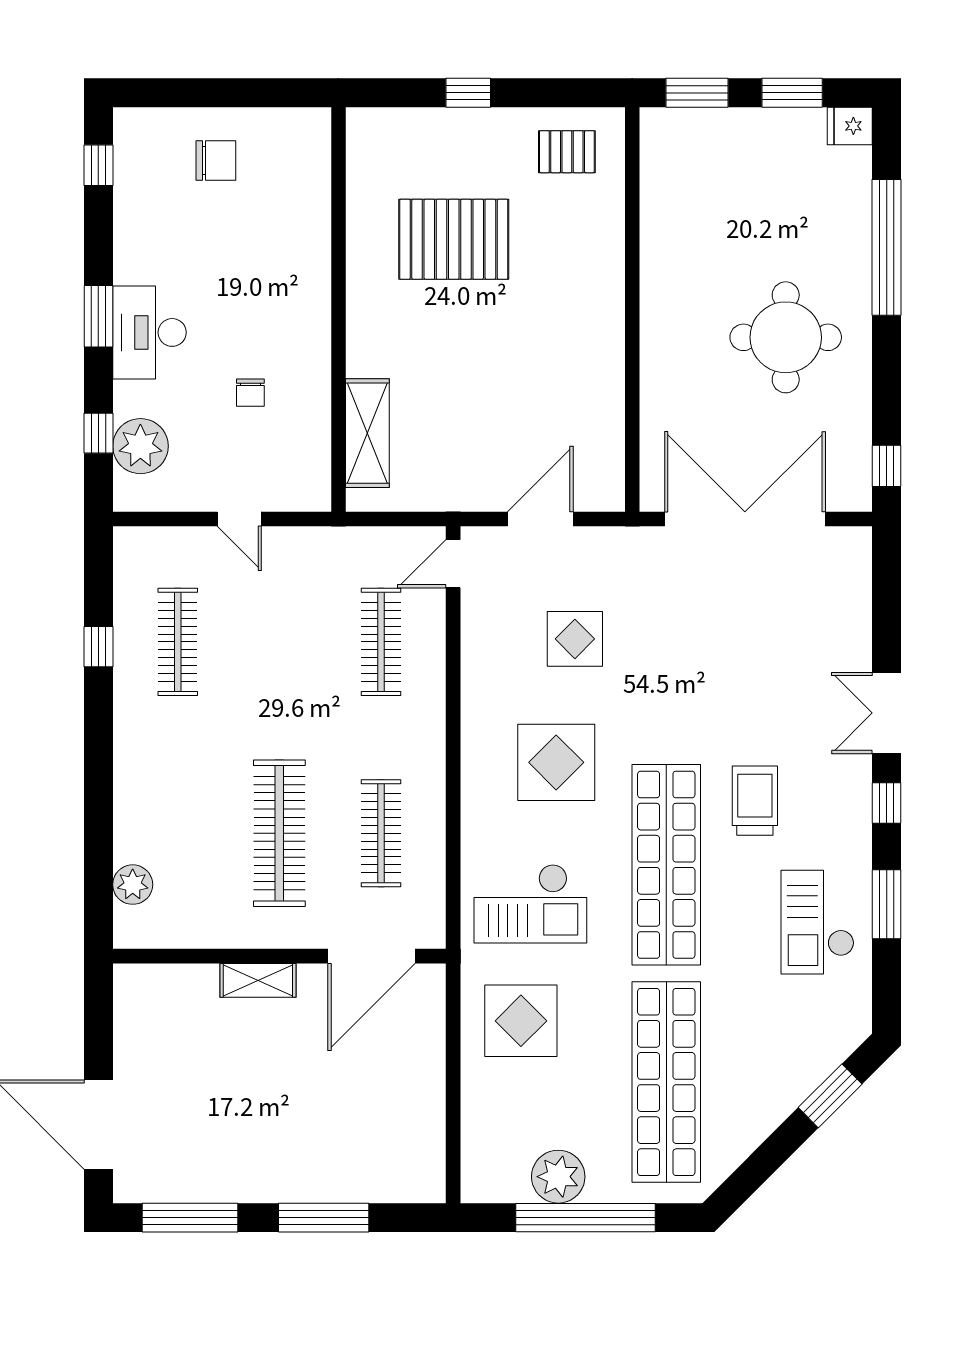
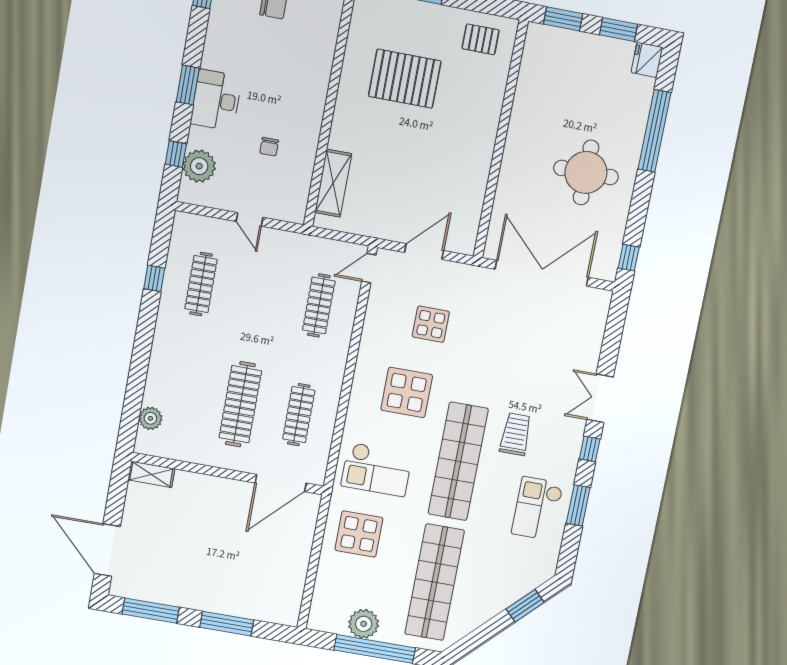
fridge: (850, 126) -> (647, 60), width x1.38
shelving: (258, 980) -> (151, 474), moved

